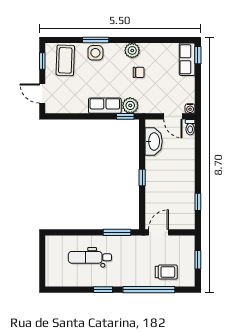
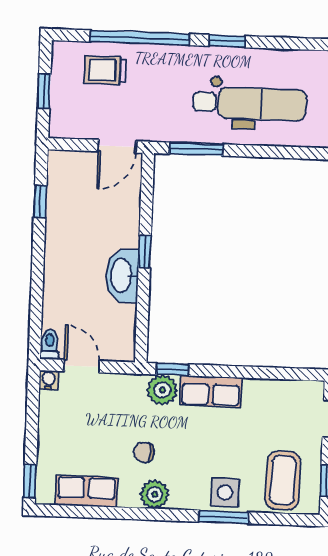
row of seats: (187, 59) -> (86, 491), moved, turned -90
washbasin: (154, 141) -> (122, 276), moved
dental chair: (90, 257) -> (250, 103), width x1.36, depth x1.38

